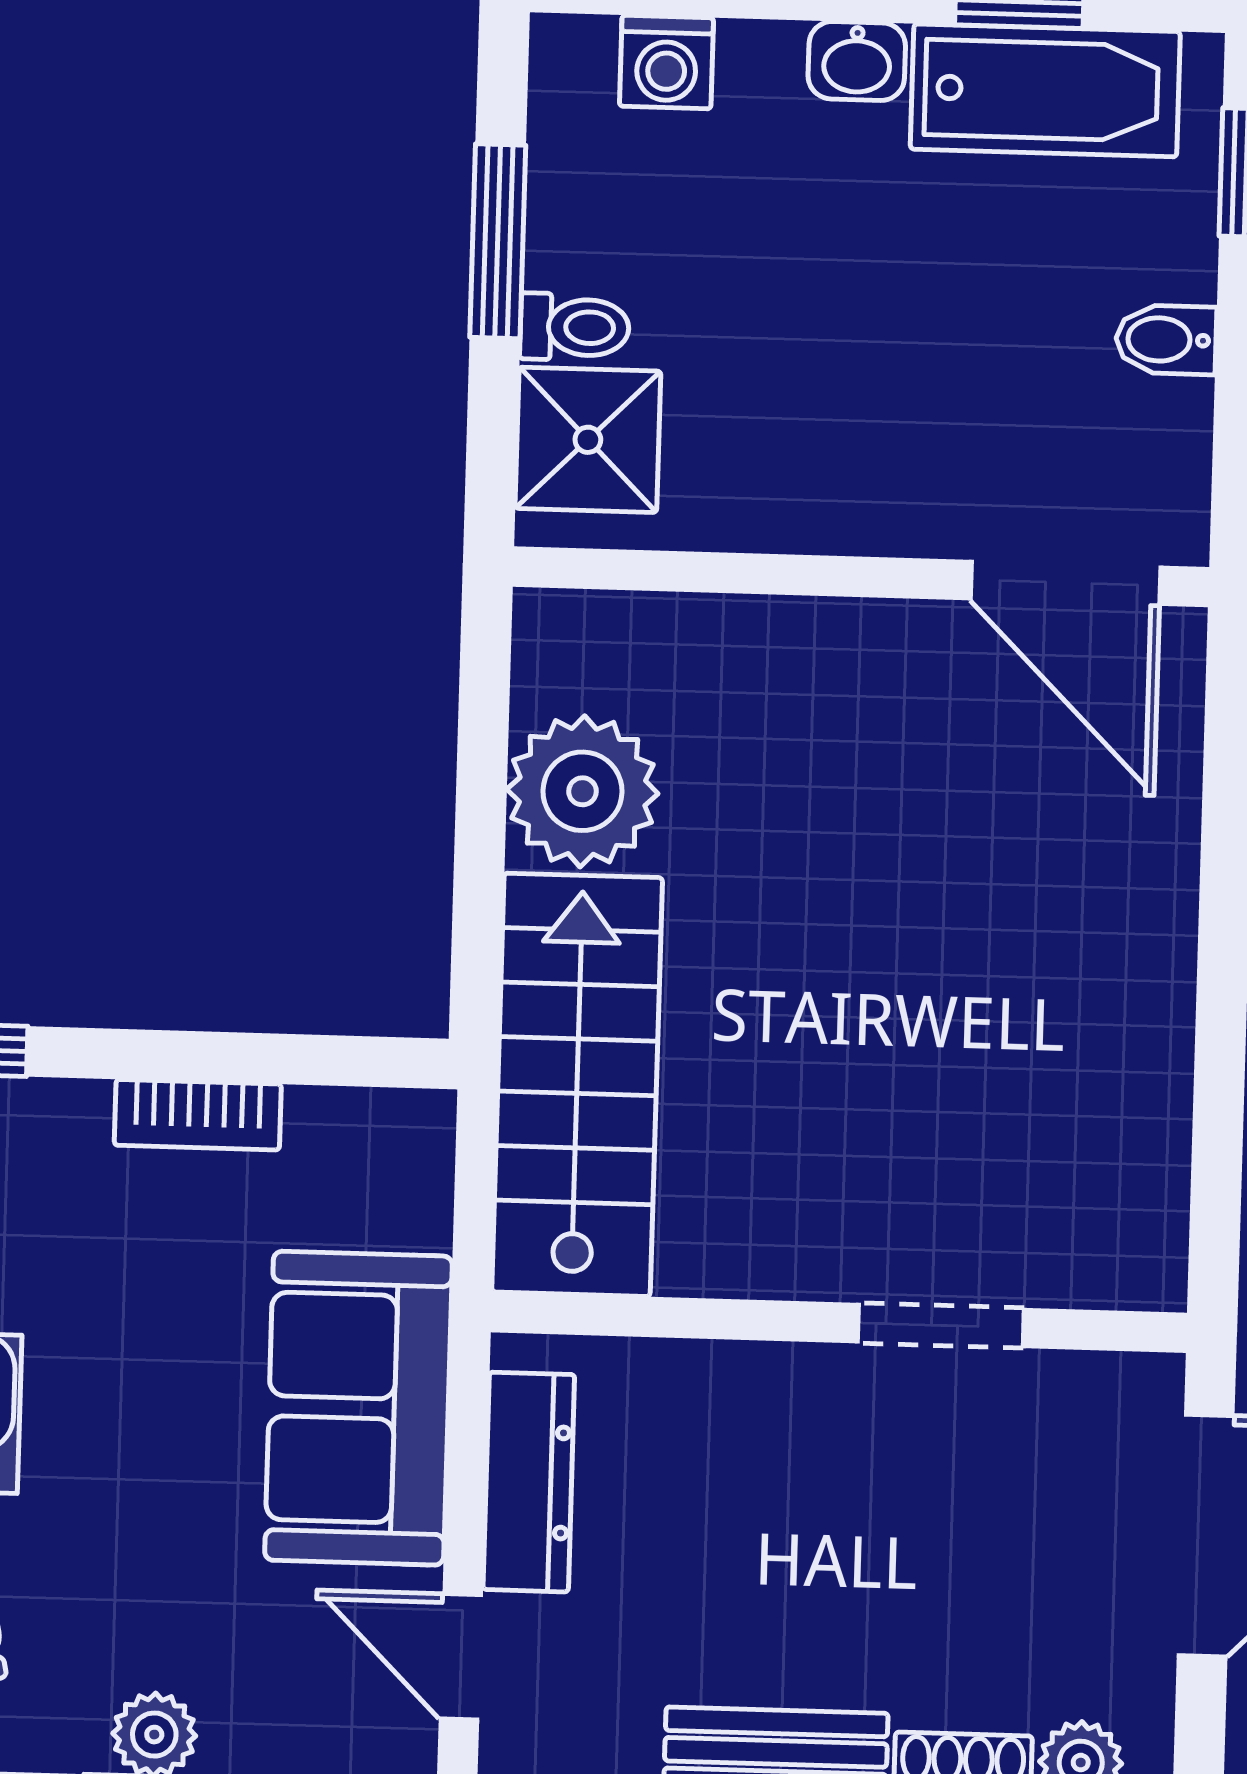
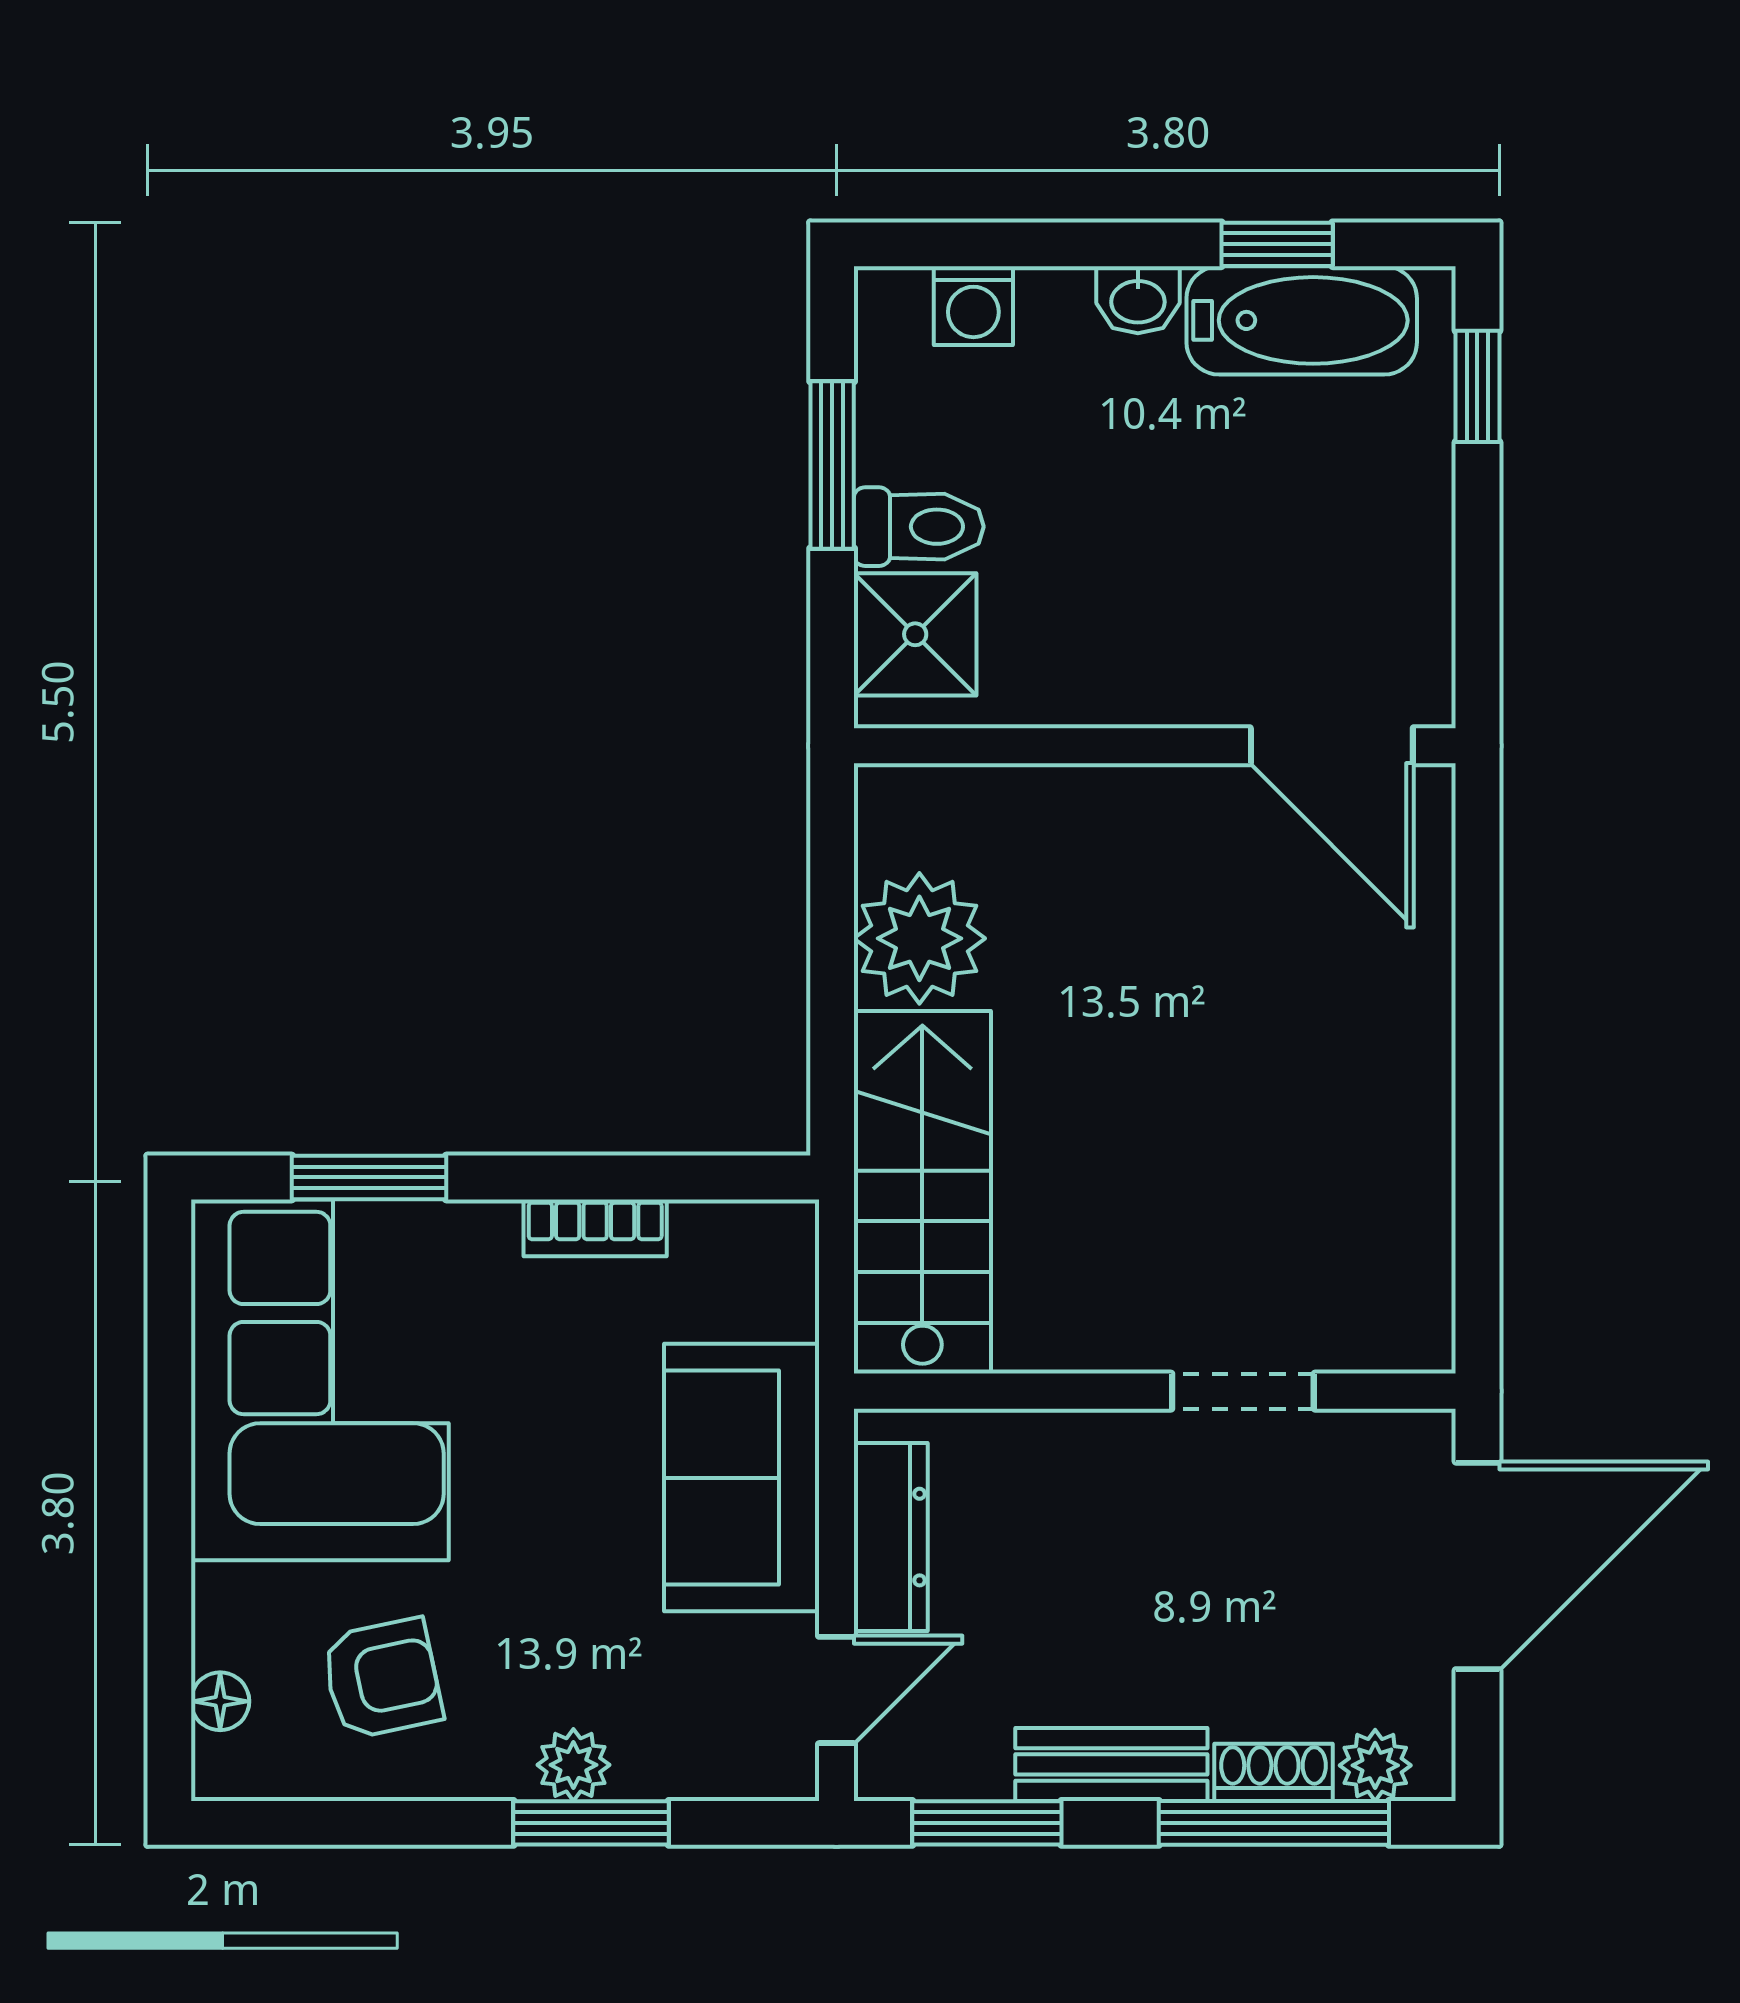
toilet: (575, 327) -> (919, 527), width x1.37, depth x1.39
bidet: (1166, 340) -> (1412, 533), removed
door: (461, 1657) -> (836, 1690), swing flipped

